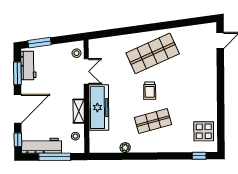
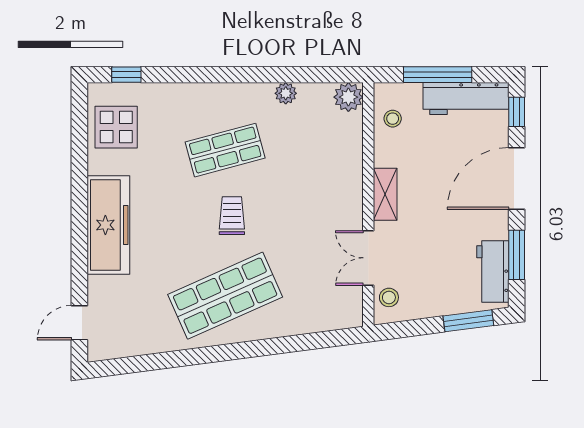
freezer: (99, 108) -> (108, 225), moved, turned 180
shelving: (79, 111) -> (385, 194), moved
plant: (96, 146) -> (348, 97), added

